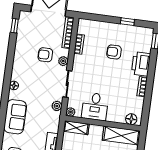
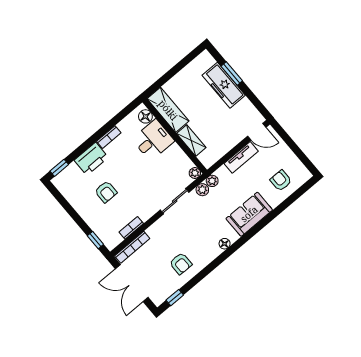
window: (127, 22) -> (95, 240), moved
armchair: (45, 55) -> (181, 264), moved
plant: (63, 61) -> (212, 181), moved
desk: (95, 107) -> (153, 140), moved
shelving: (76, 128) -> (191, 141), moved

